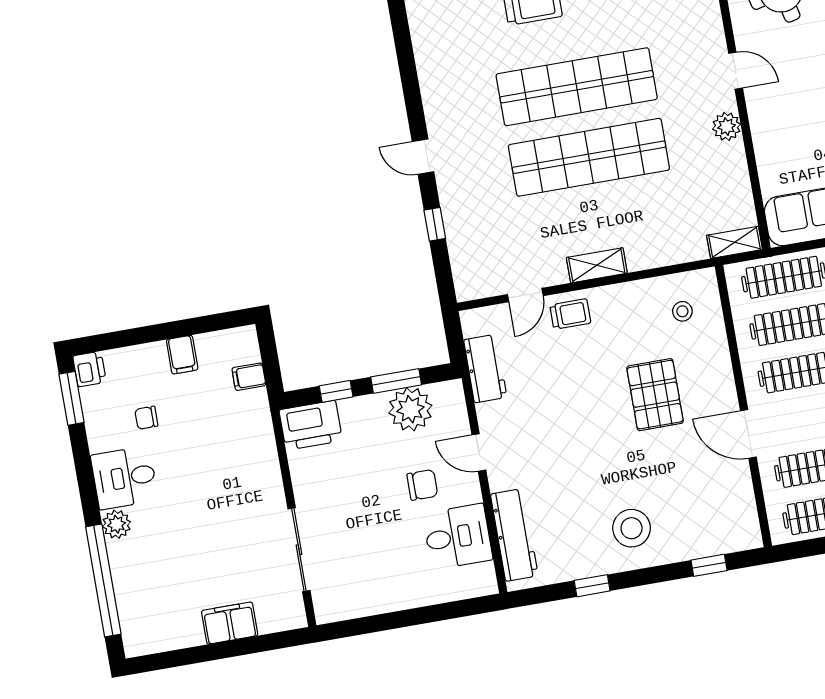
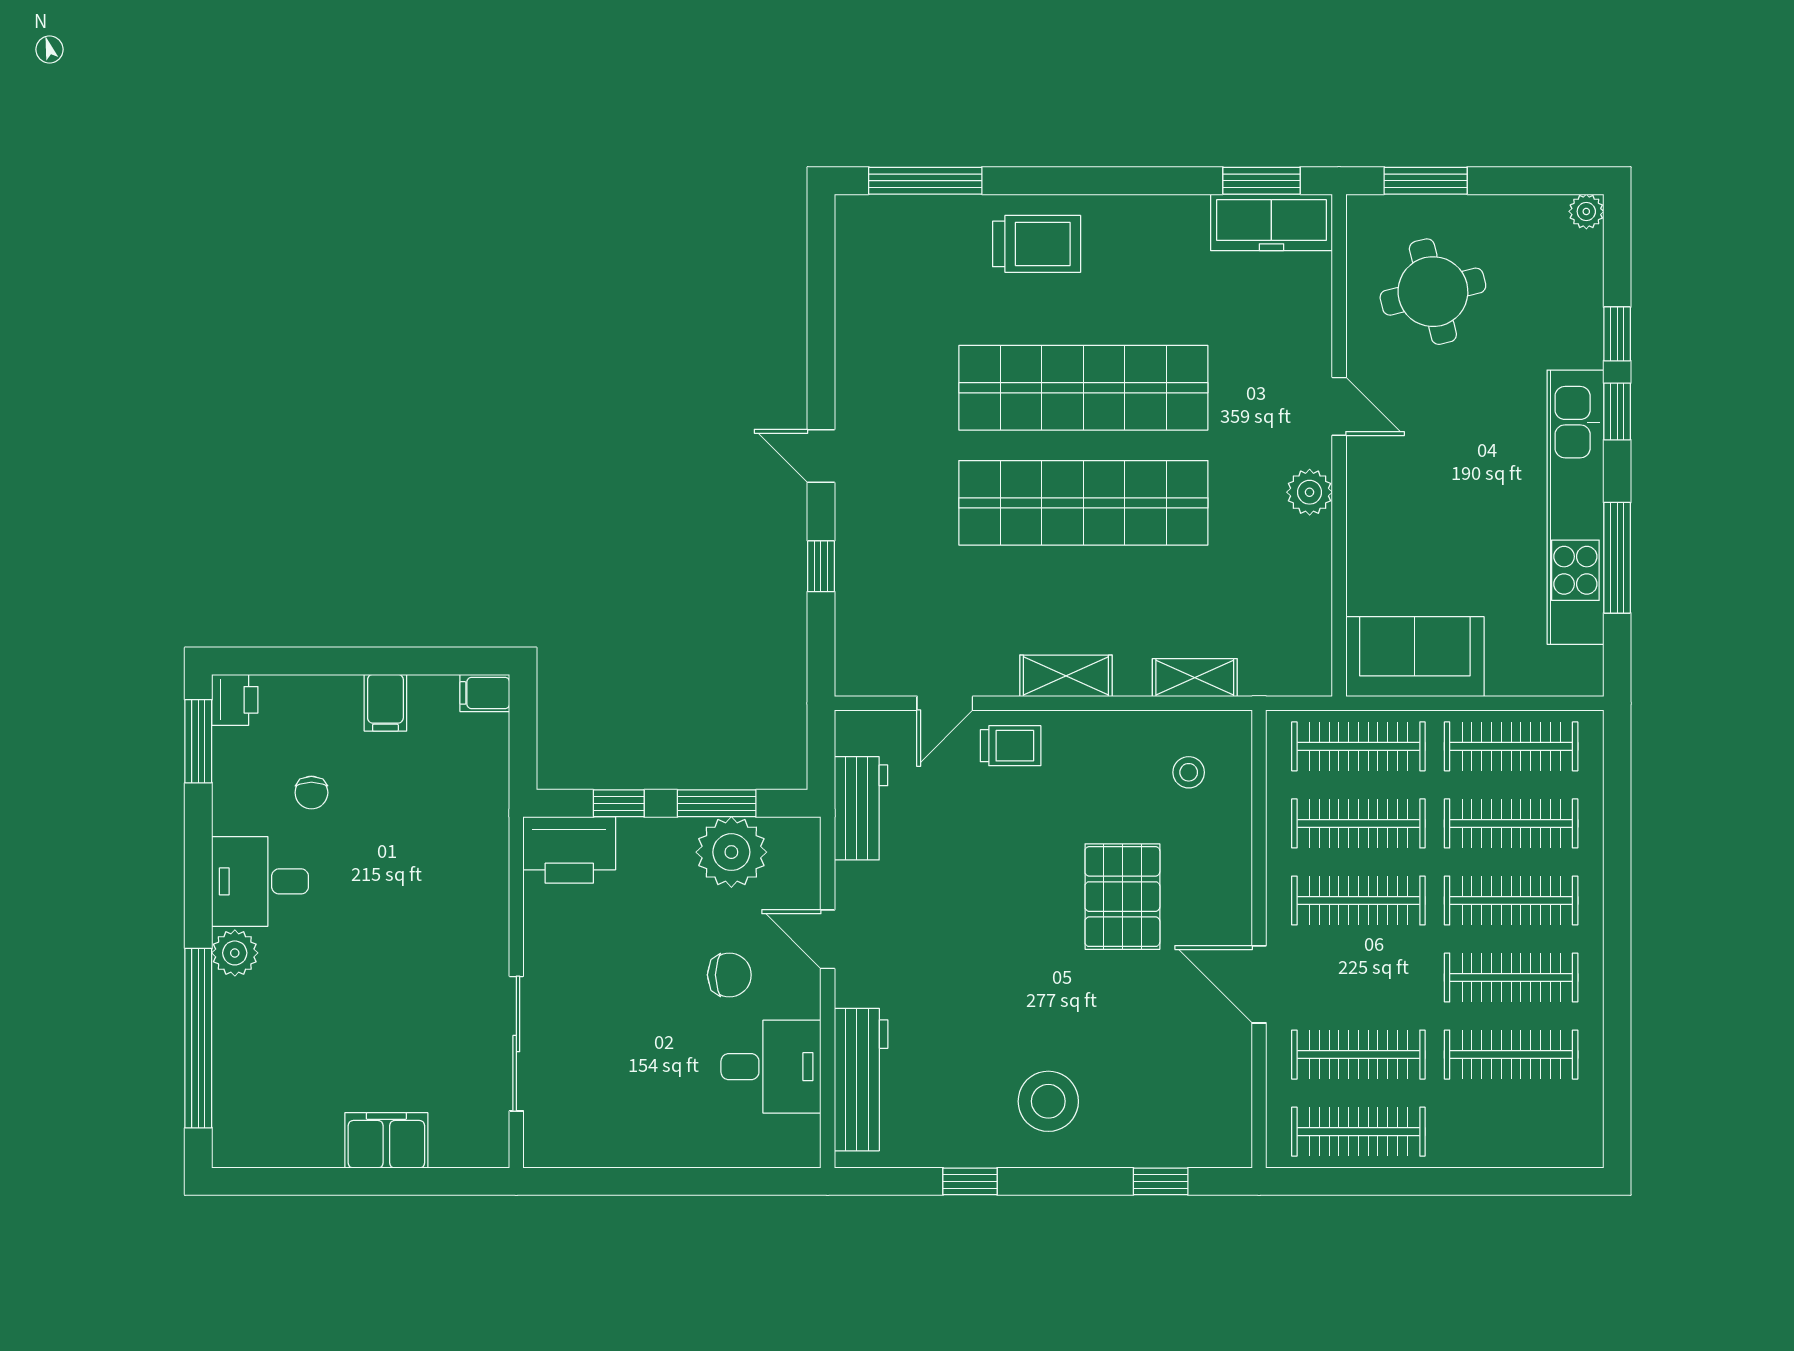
shelving: (735, 242) -> (1195, 678), moved
filing cabinet: (249, 377) -> (485, 693), moved
chair: (146, 418) -> (311, 793), turned -90

